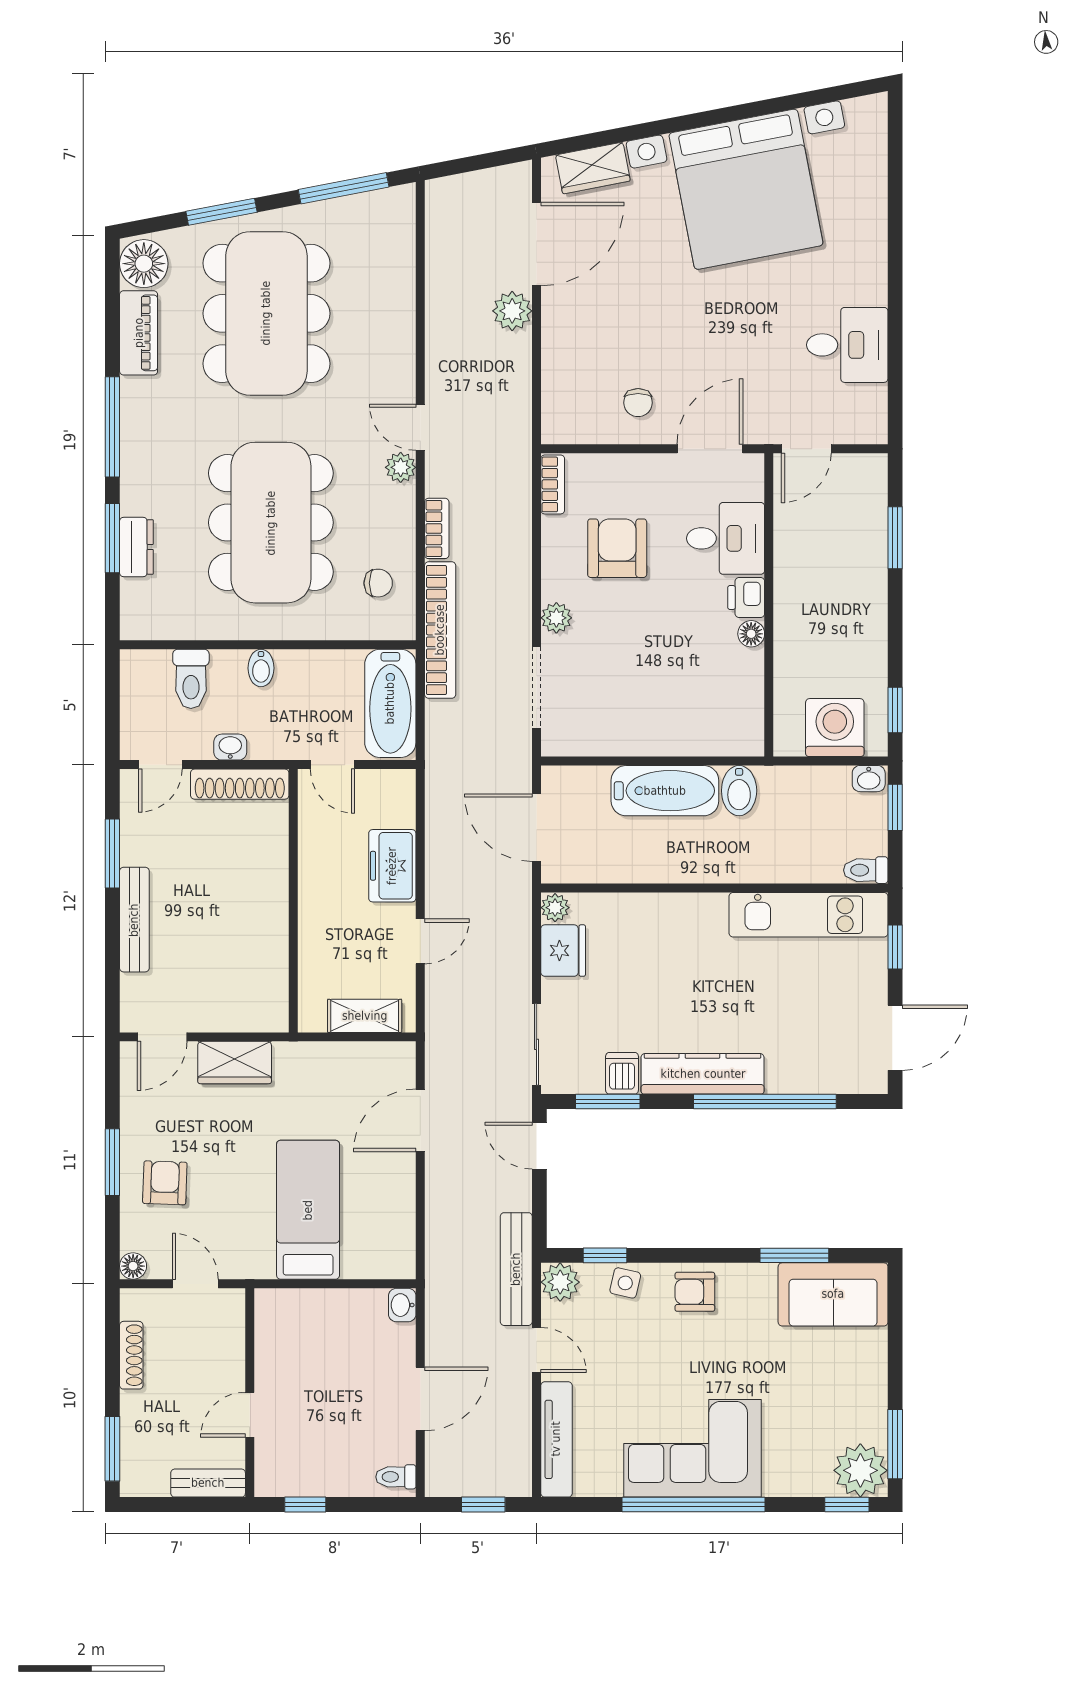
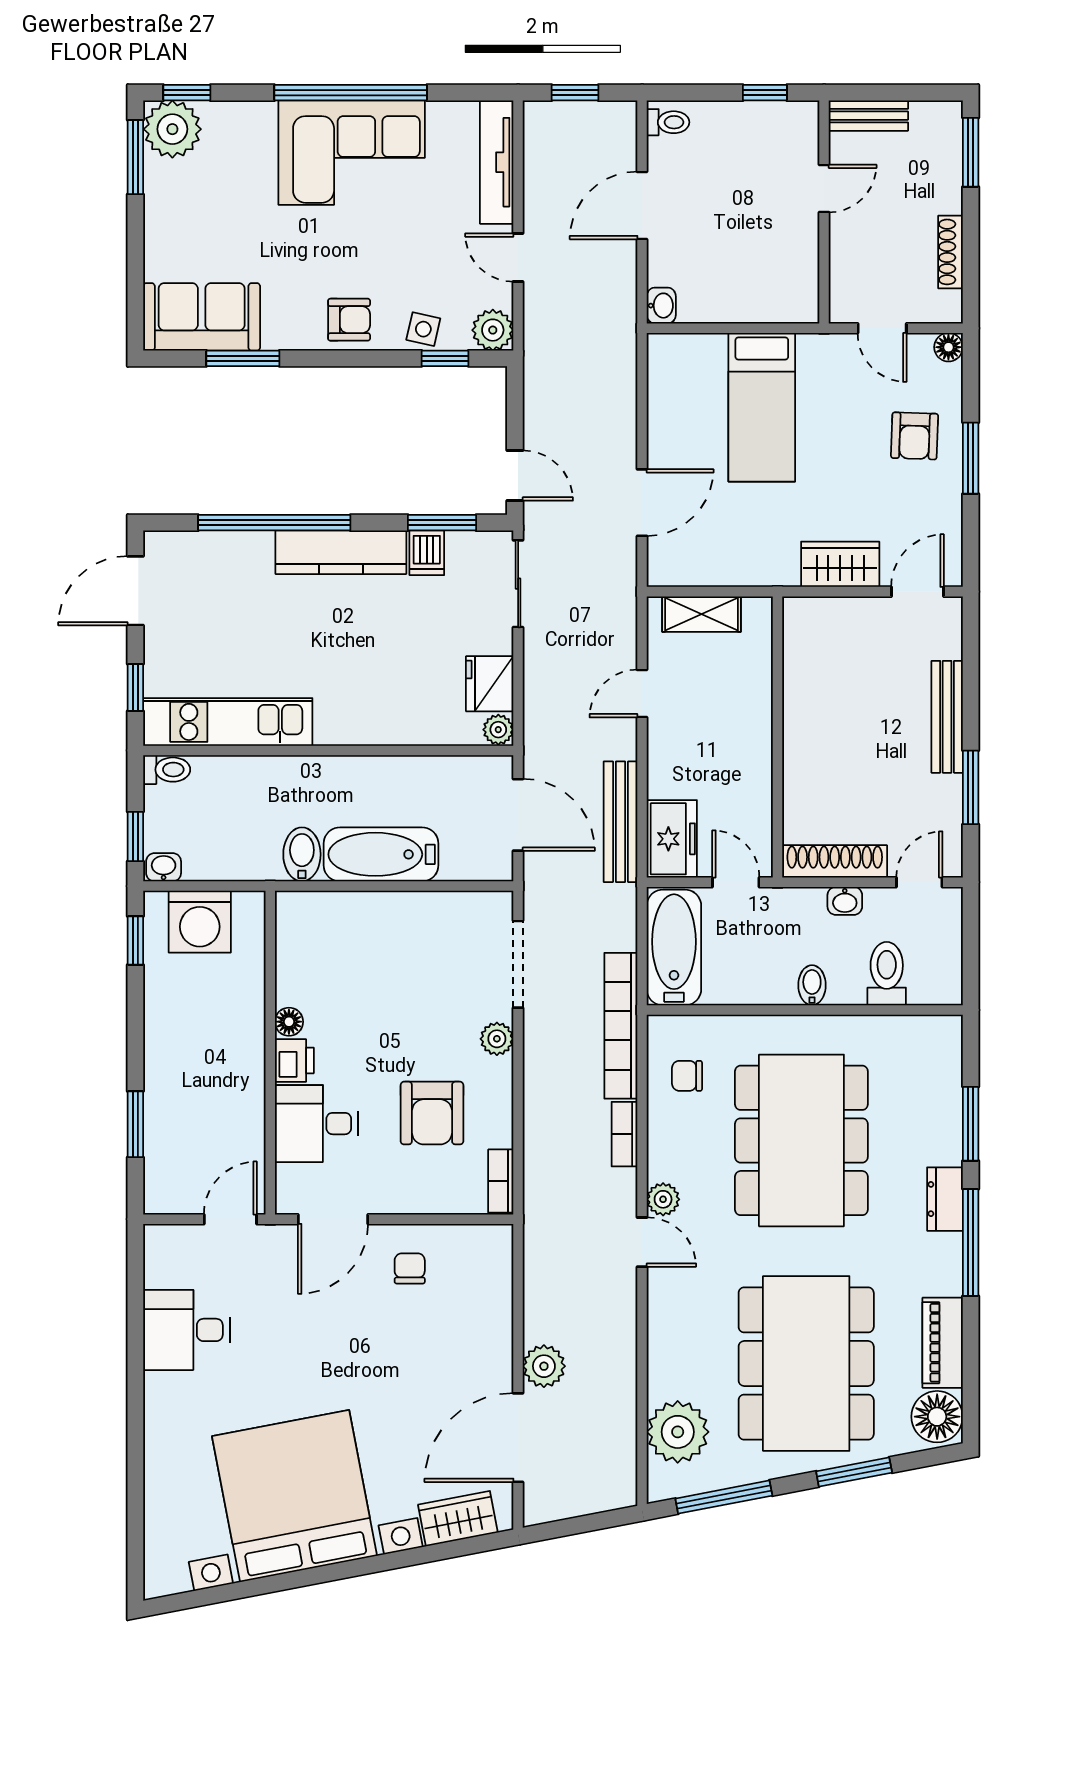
plant: (387, 249) -> (678, 1432), added
dresser: (136, 547) -> (945, 1199), moved
freezer: (392, 866) -> (672, 839), moved
bench: (516, 1269) -> (620, 822), moved

